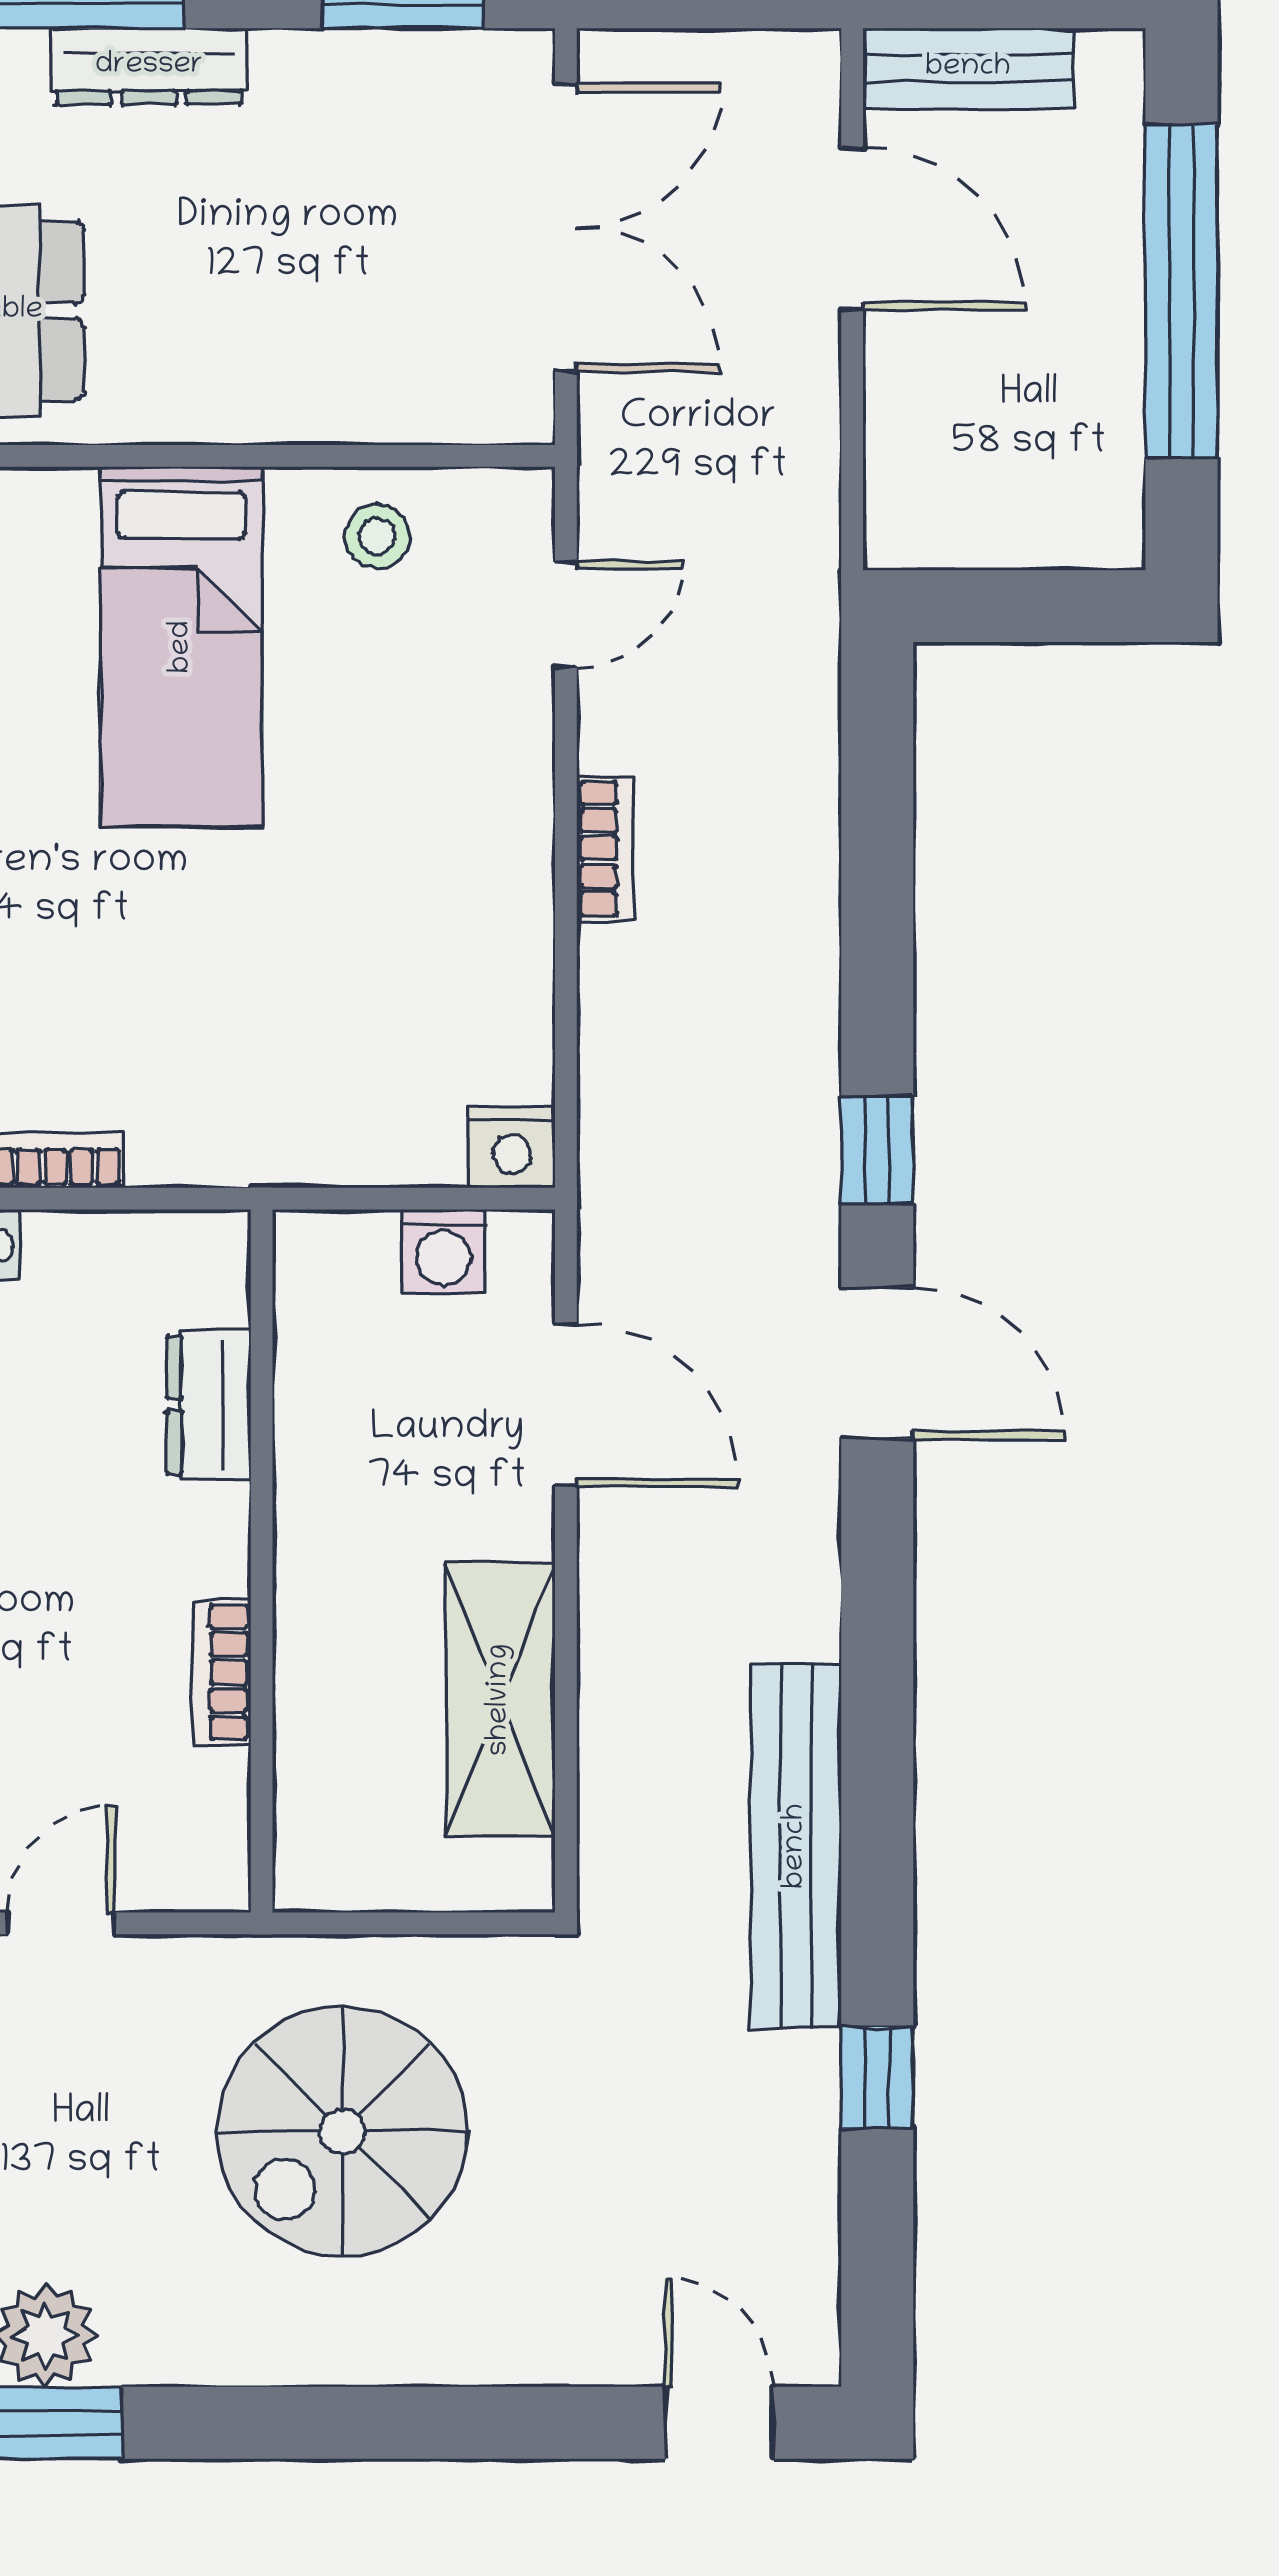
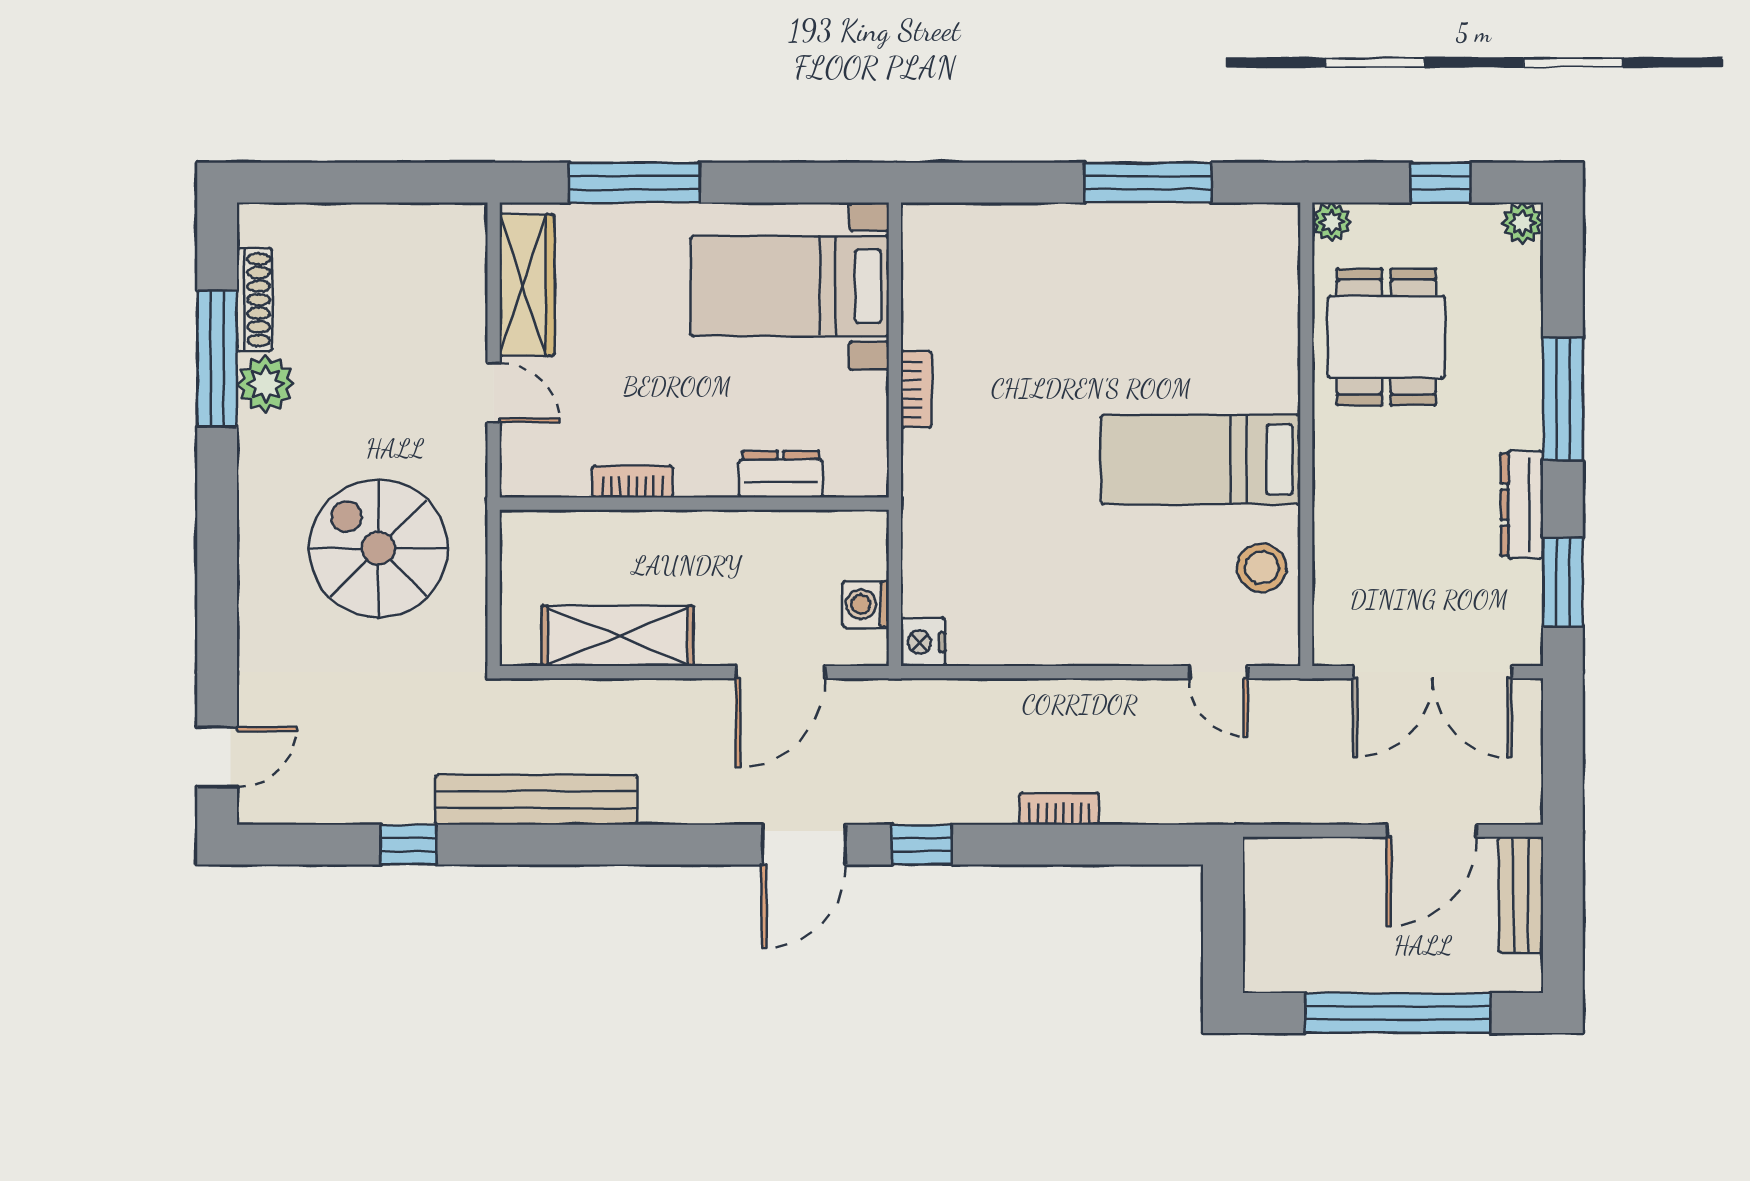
dresser: (149, 66) -> (1522, 505), moved
stool: (377, 536) -> (1262, 568), width x1.37, depth x1.37
bookcase: (605, 848) -> (1059, 809), moved, turned 180

